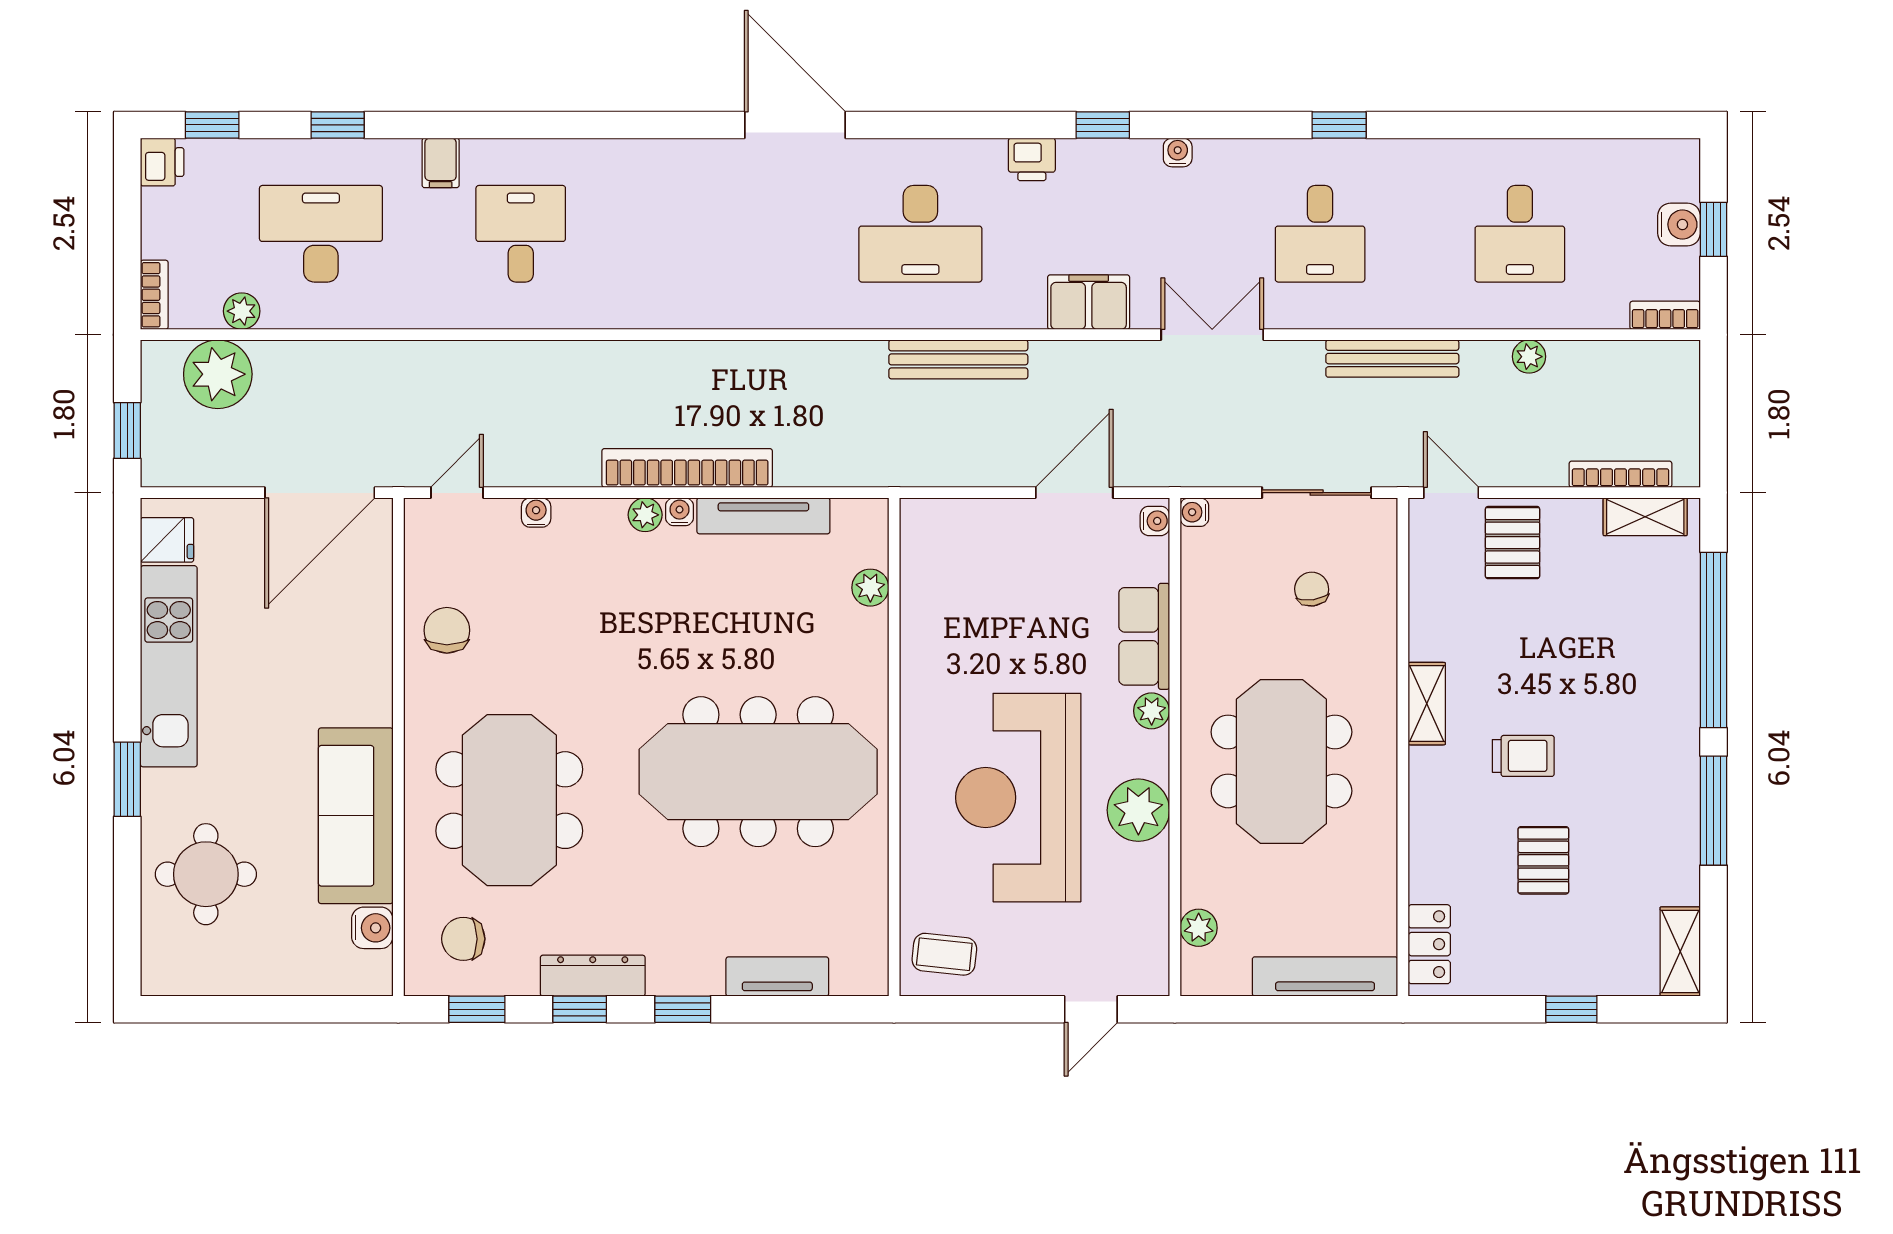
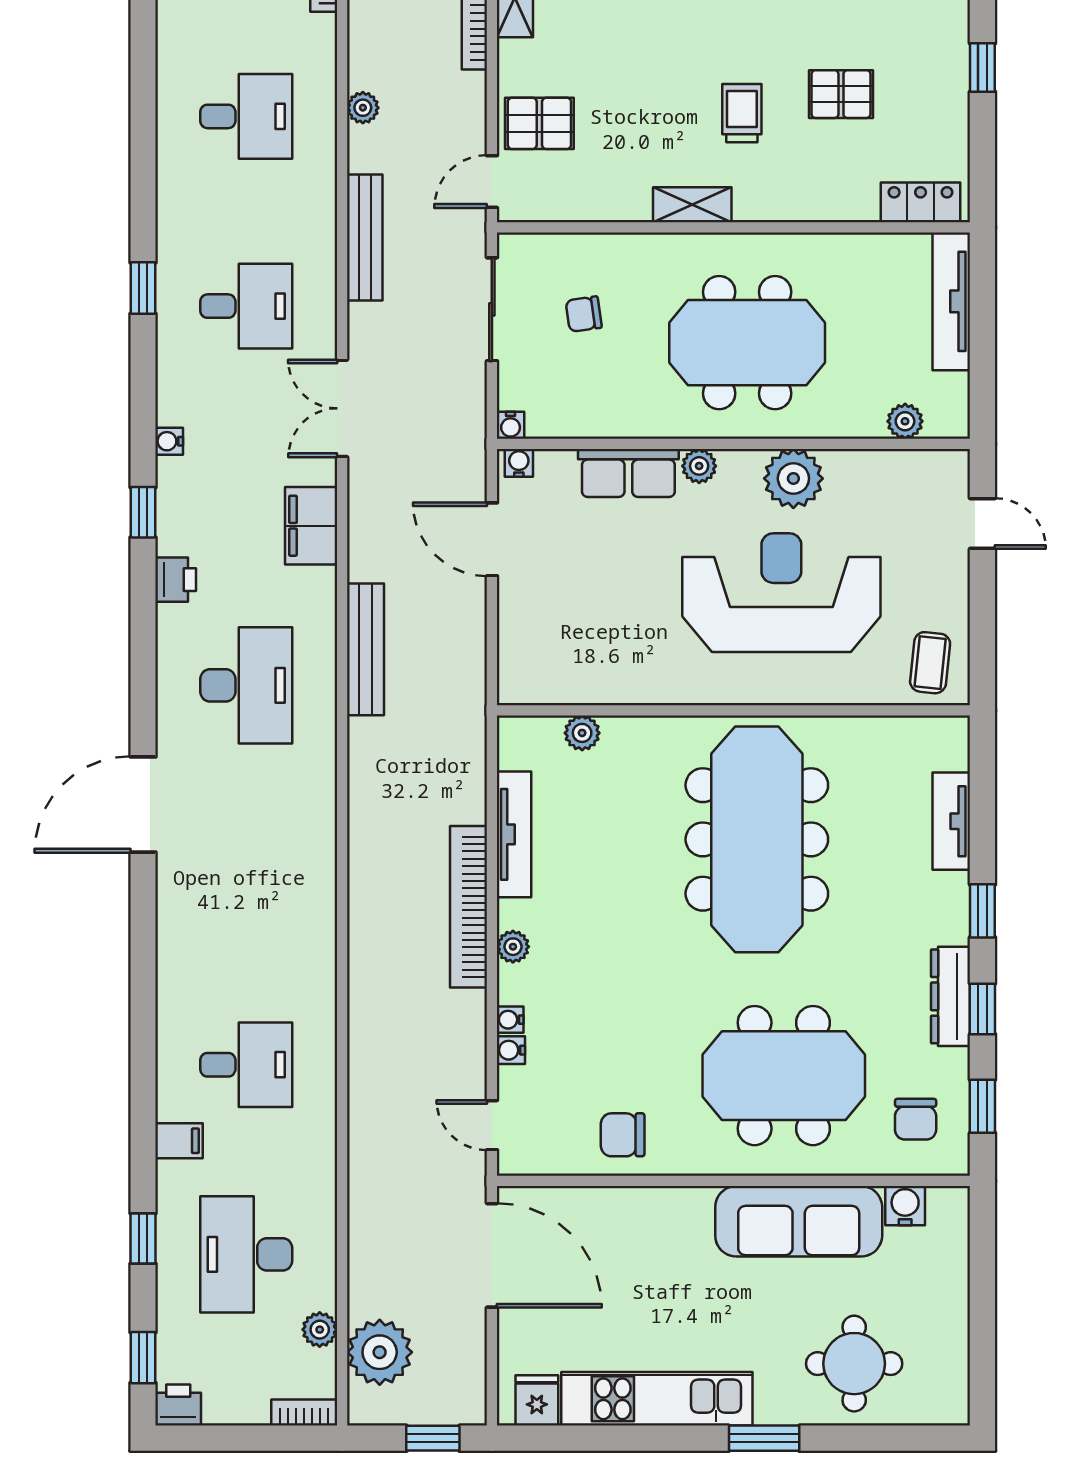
desk: (521, 234) -> (246, 1065), turned 180
water cooler: (680, 512) -> (510, 1020), moved
reception desk: (1018, 798) -> (781, 593), turned 180

